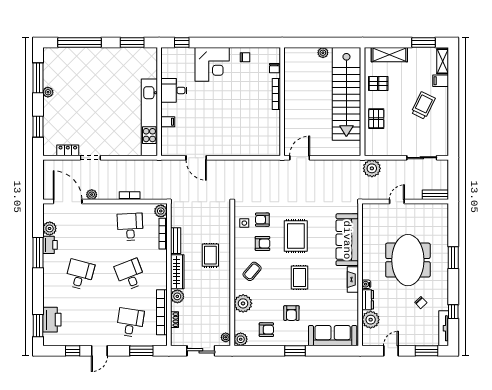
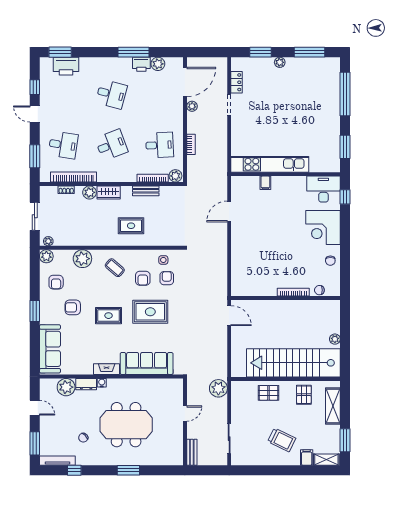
desk: (174, 90) -> (323, 189), moved, width x1.37
plant: (48, 92) -> (280, 62), moved
door: (397, 202) -> (185, 414), hinge flipped
wardrobe: (177, 272) -> (109, 192), width x0.67

